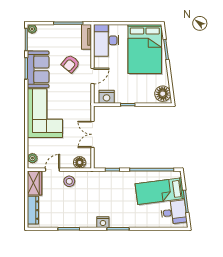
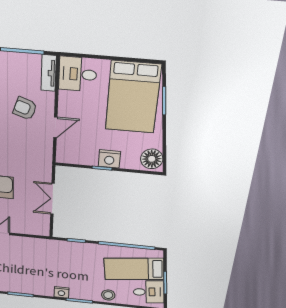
desk: (106, 40) -> (78, 74), width x0.73
armchair: (71, 64) -> (25, 108), turned 69
nightstand: (107, 97) -> (109, 159), moved
floor lamp: (80, 162) -> (35, 229), removed
stool: (69, 181) -> (108, 295), moved

